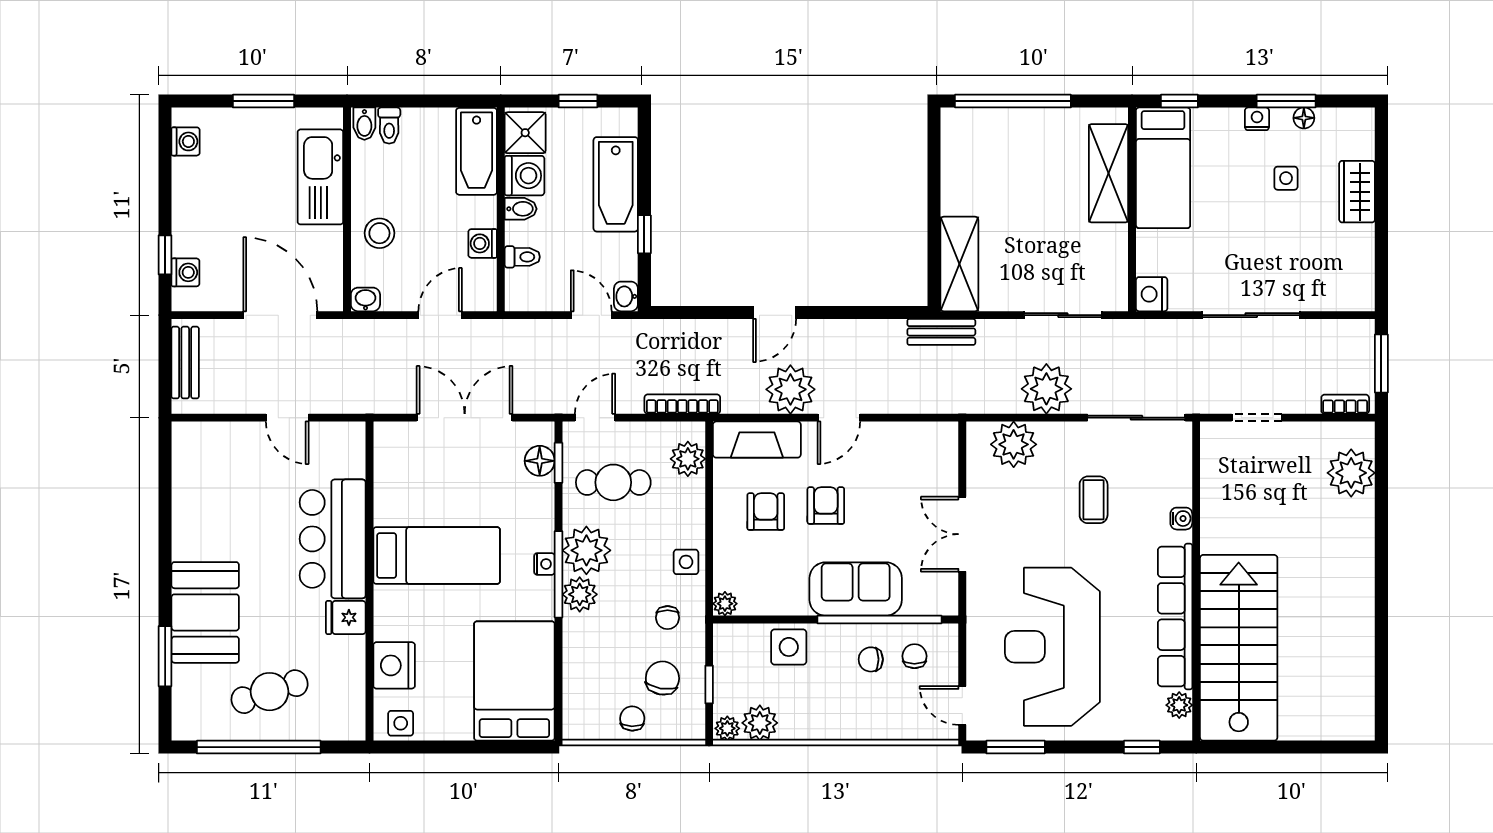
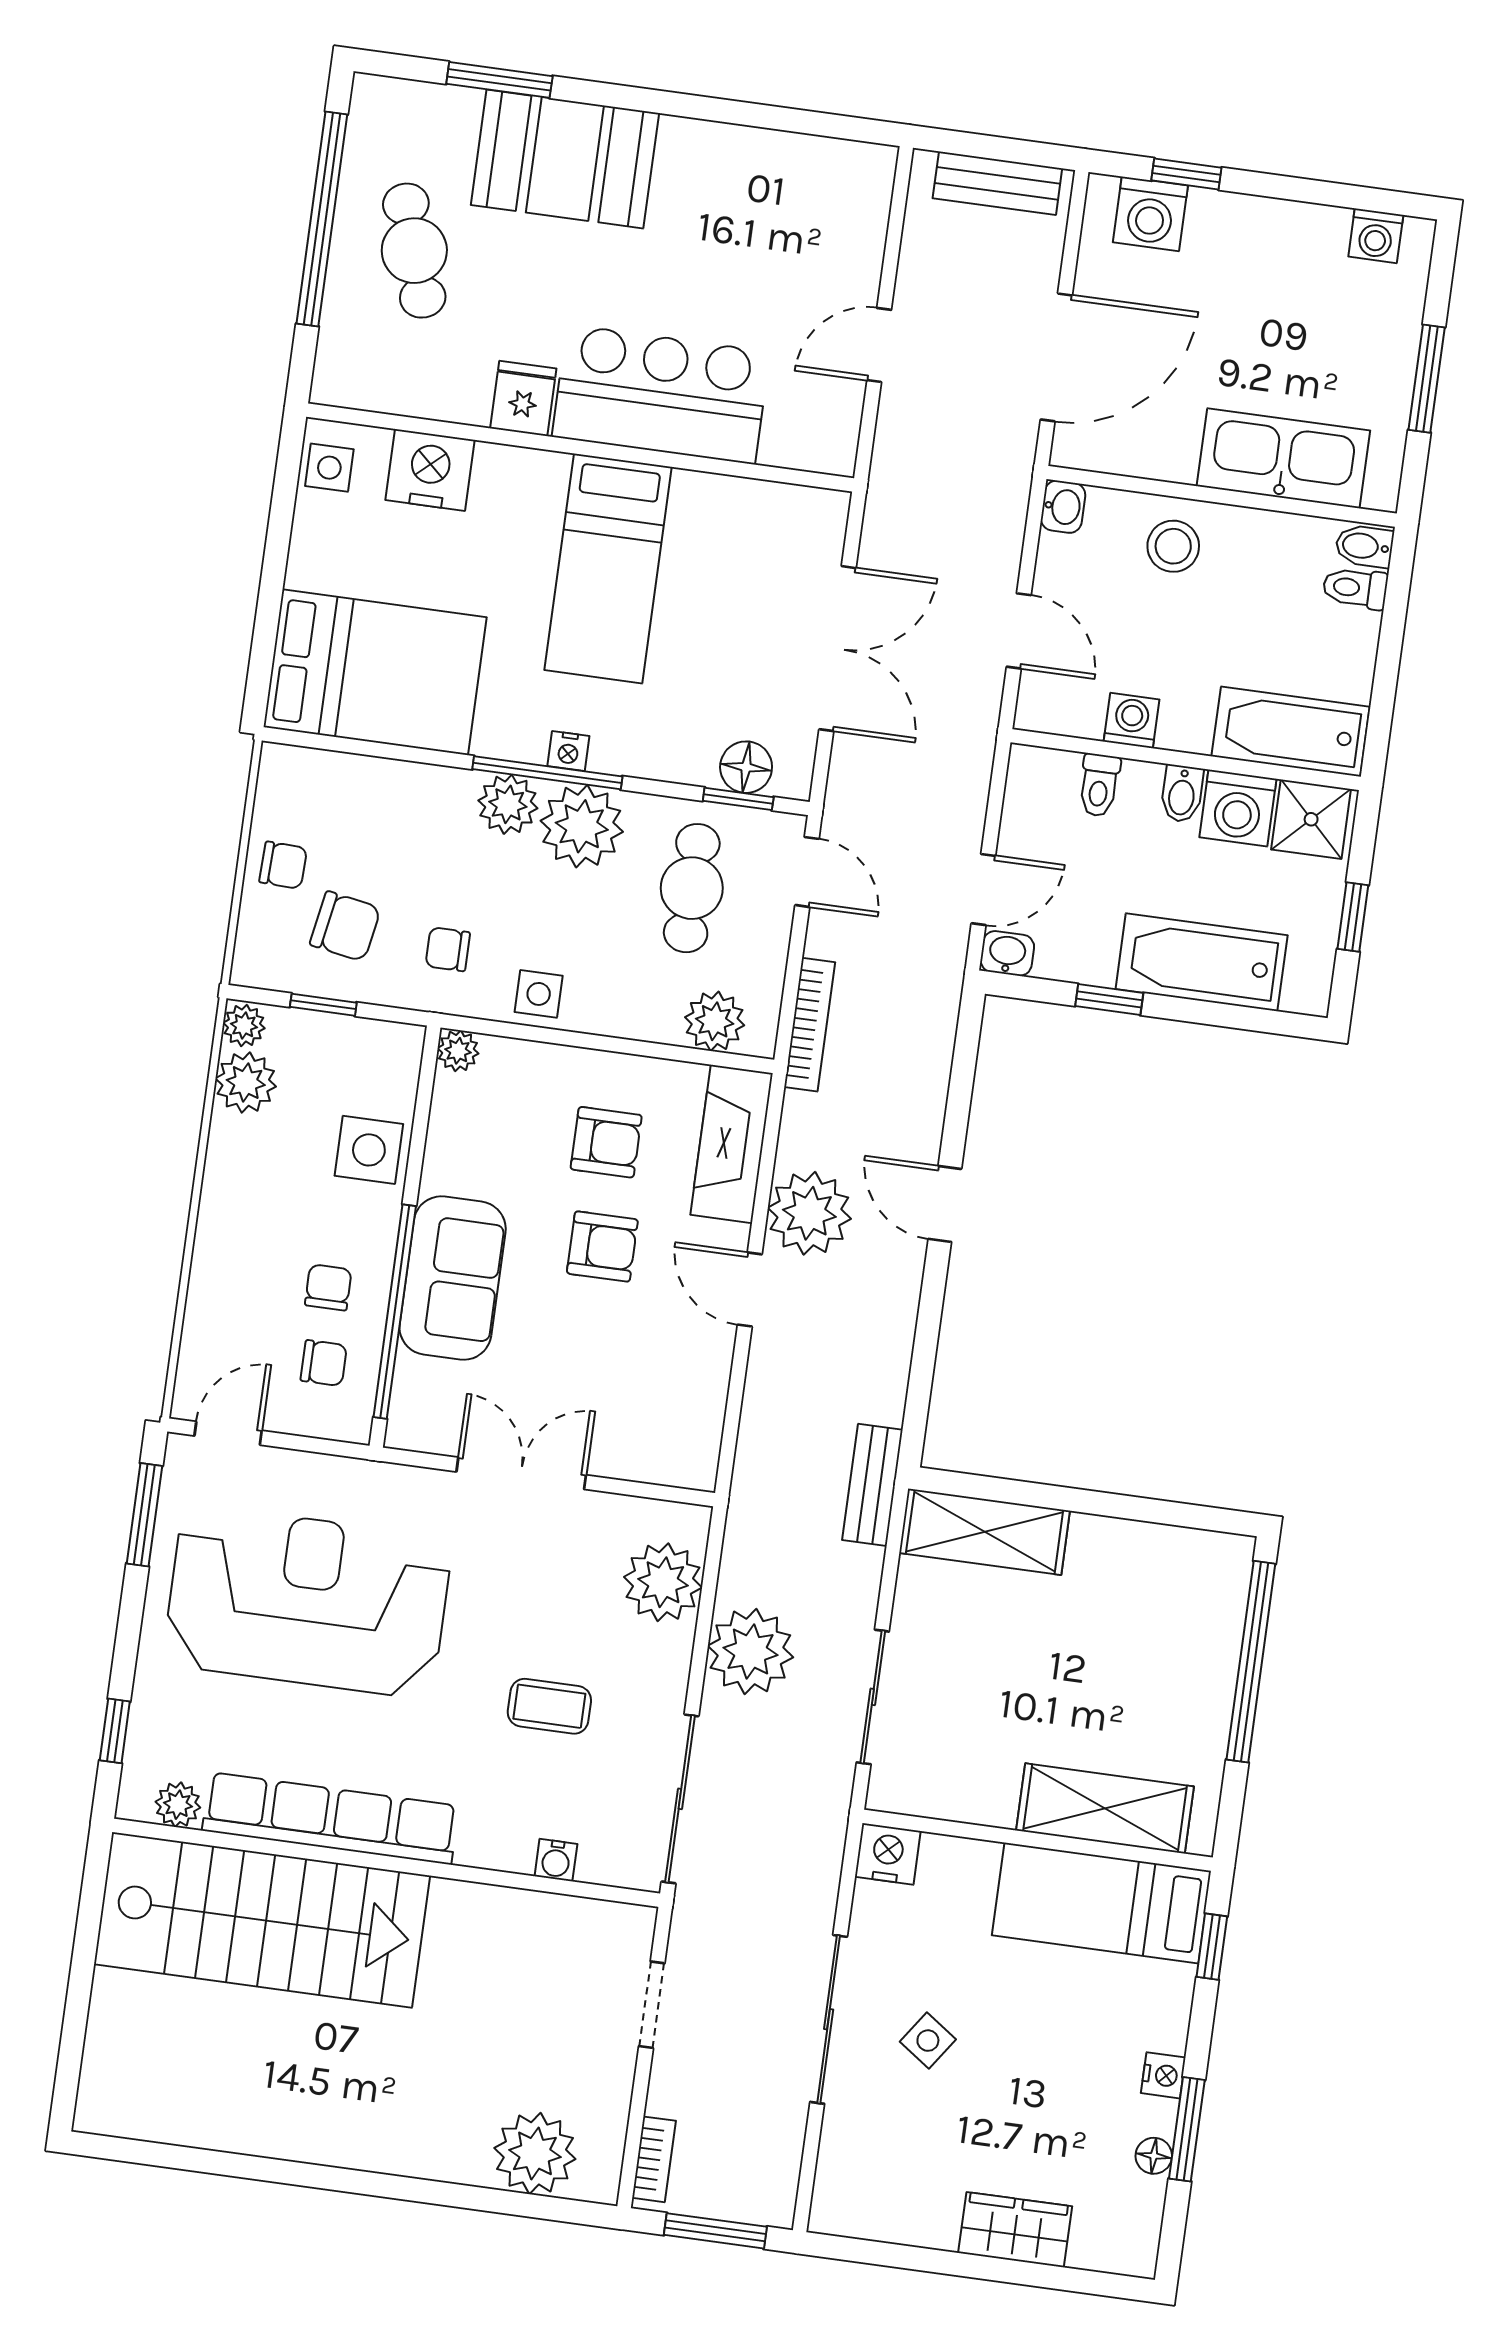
side table: (1286, 178) -> (928, 2041), moved, turned 35
washing machine: (185, 272) -> (1150, 214), width x1.38, depth x1.38
water cooler: (1181, 519) -> (556, 1860), moved

